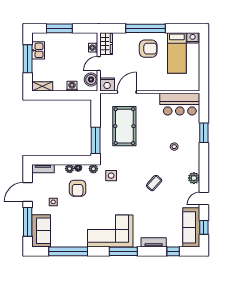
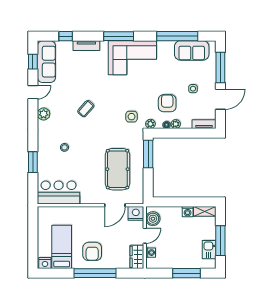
armchair: (148, 49) -> (92, 251), turned -90
washing machine: (72, 86) -> (188, 212), moved
sofa: (41, 231) -> (192, 50), moved, turned -90

